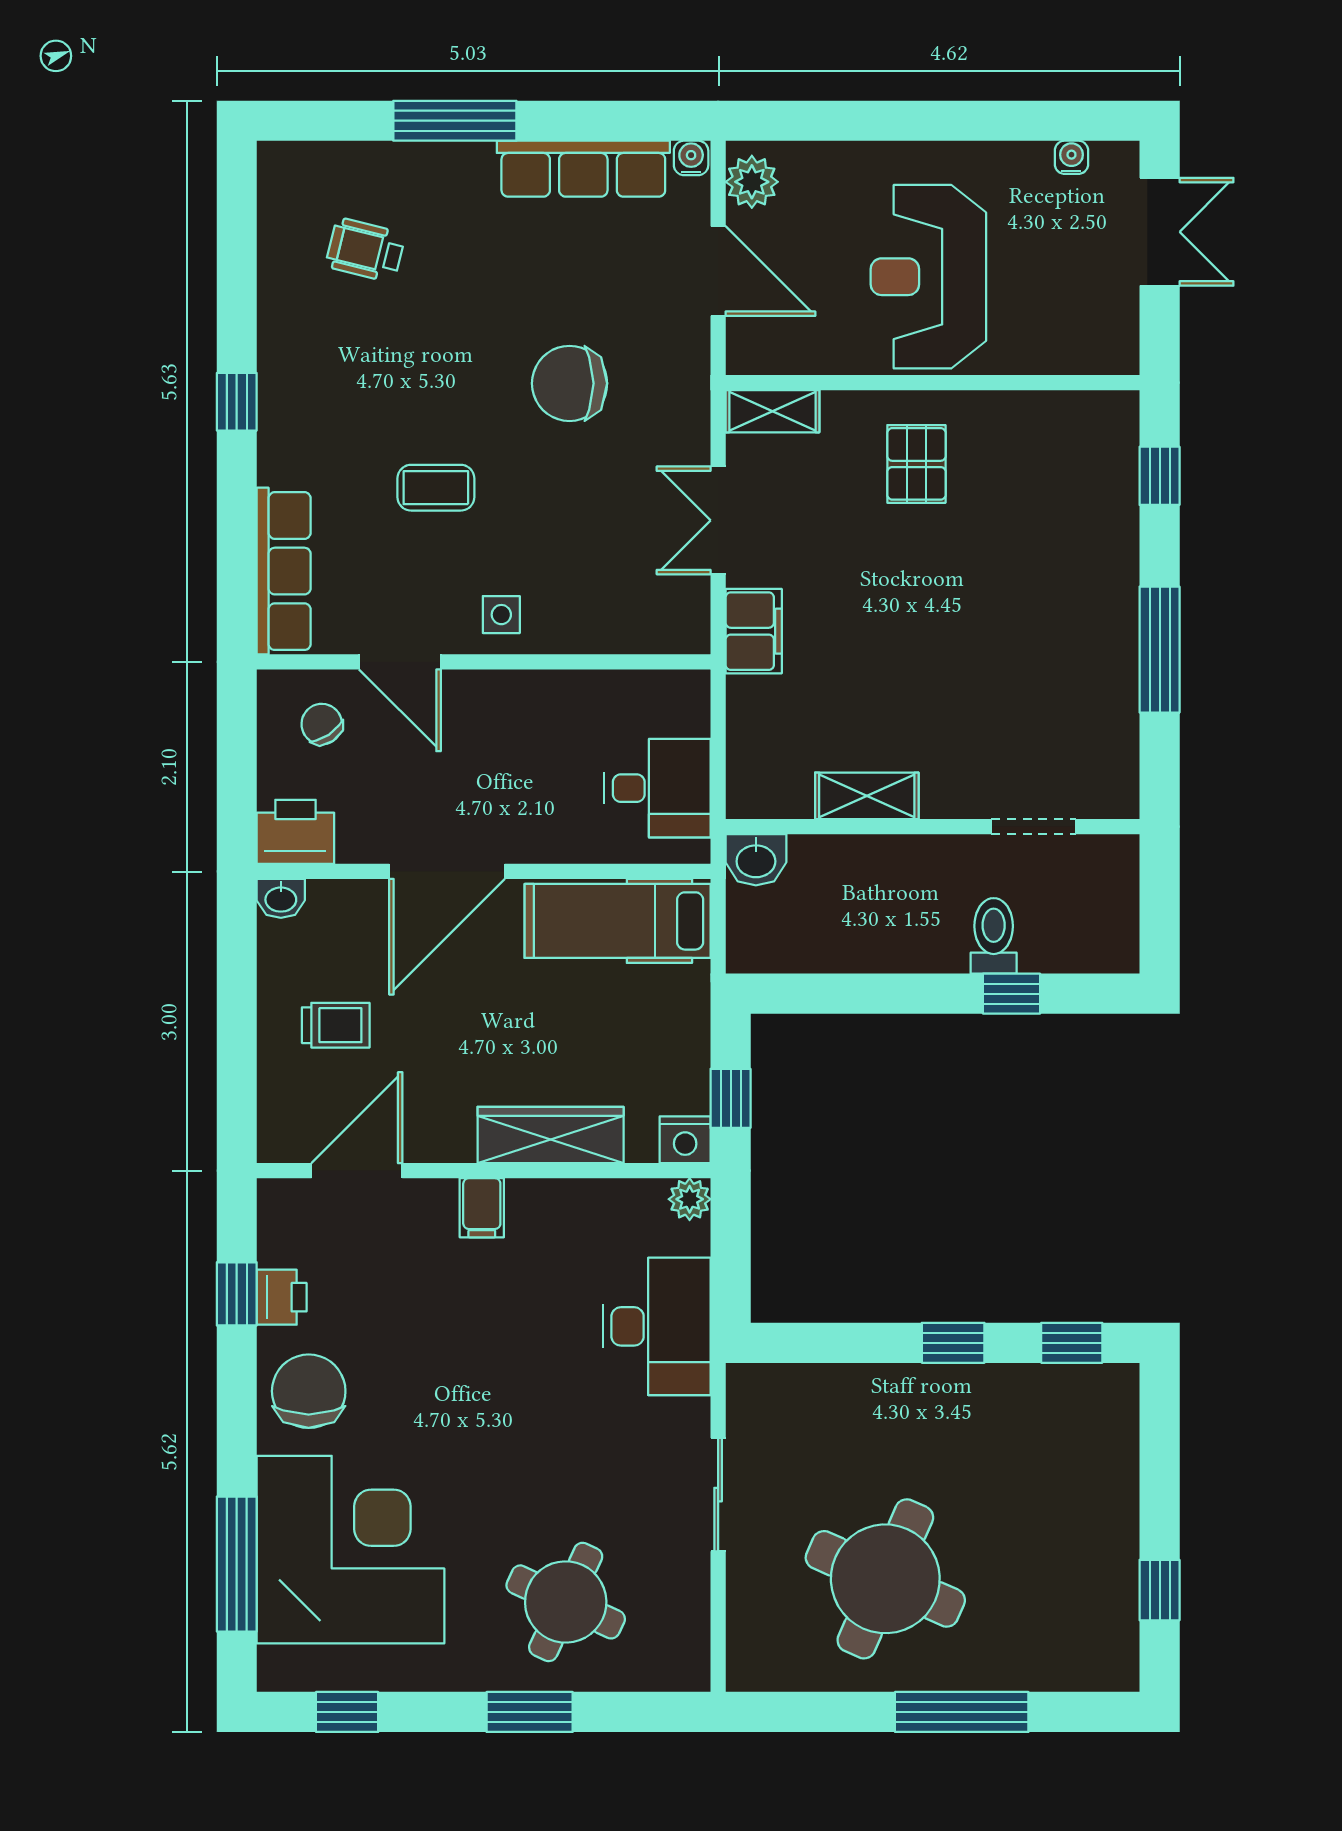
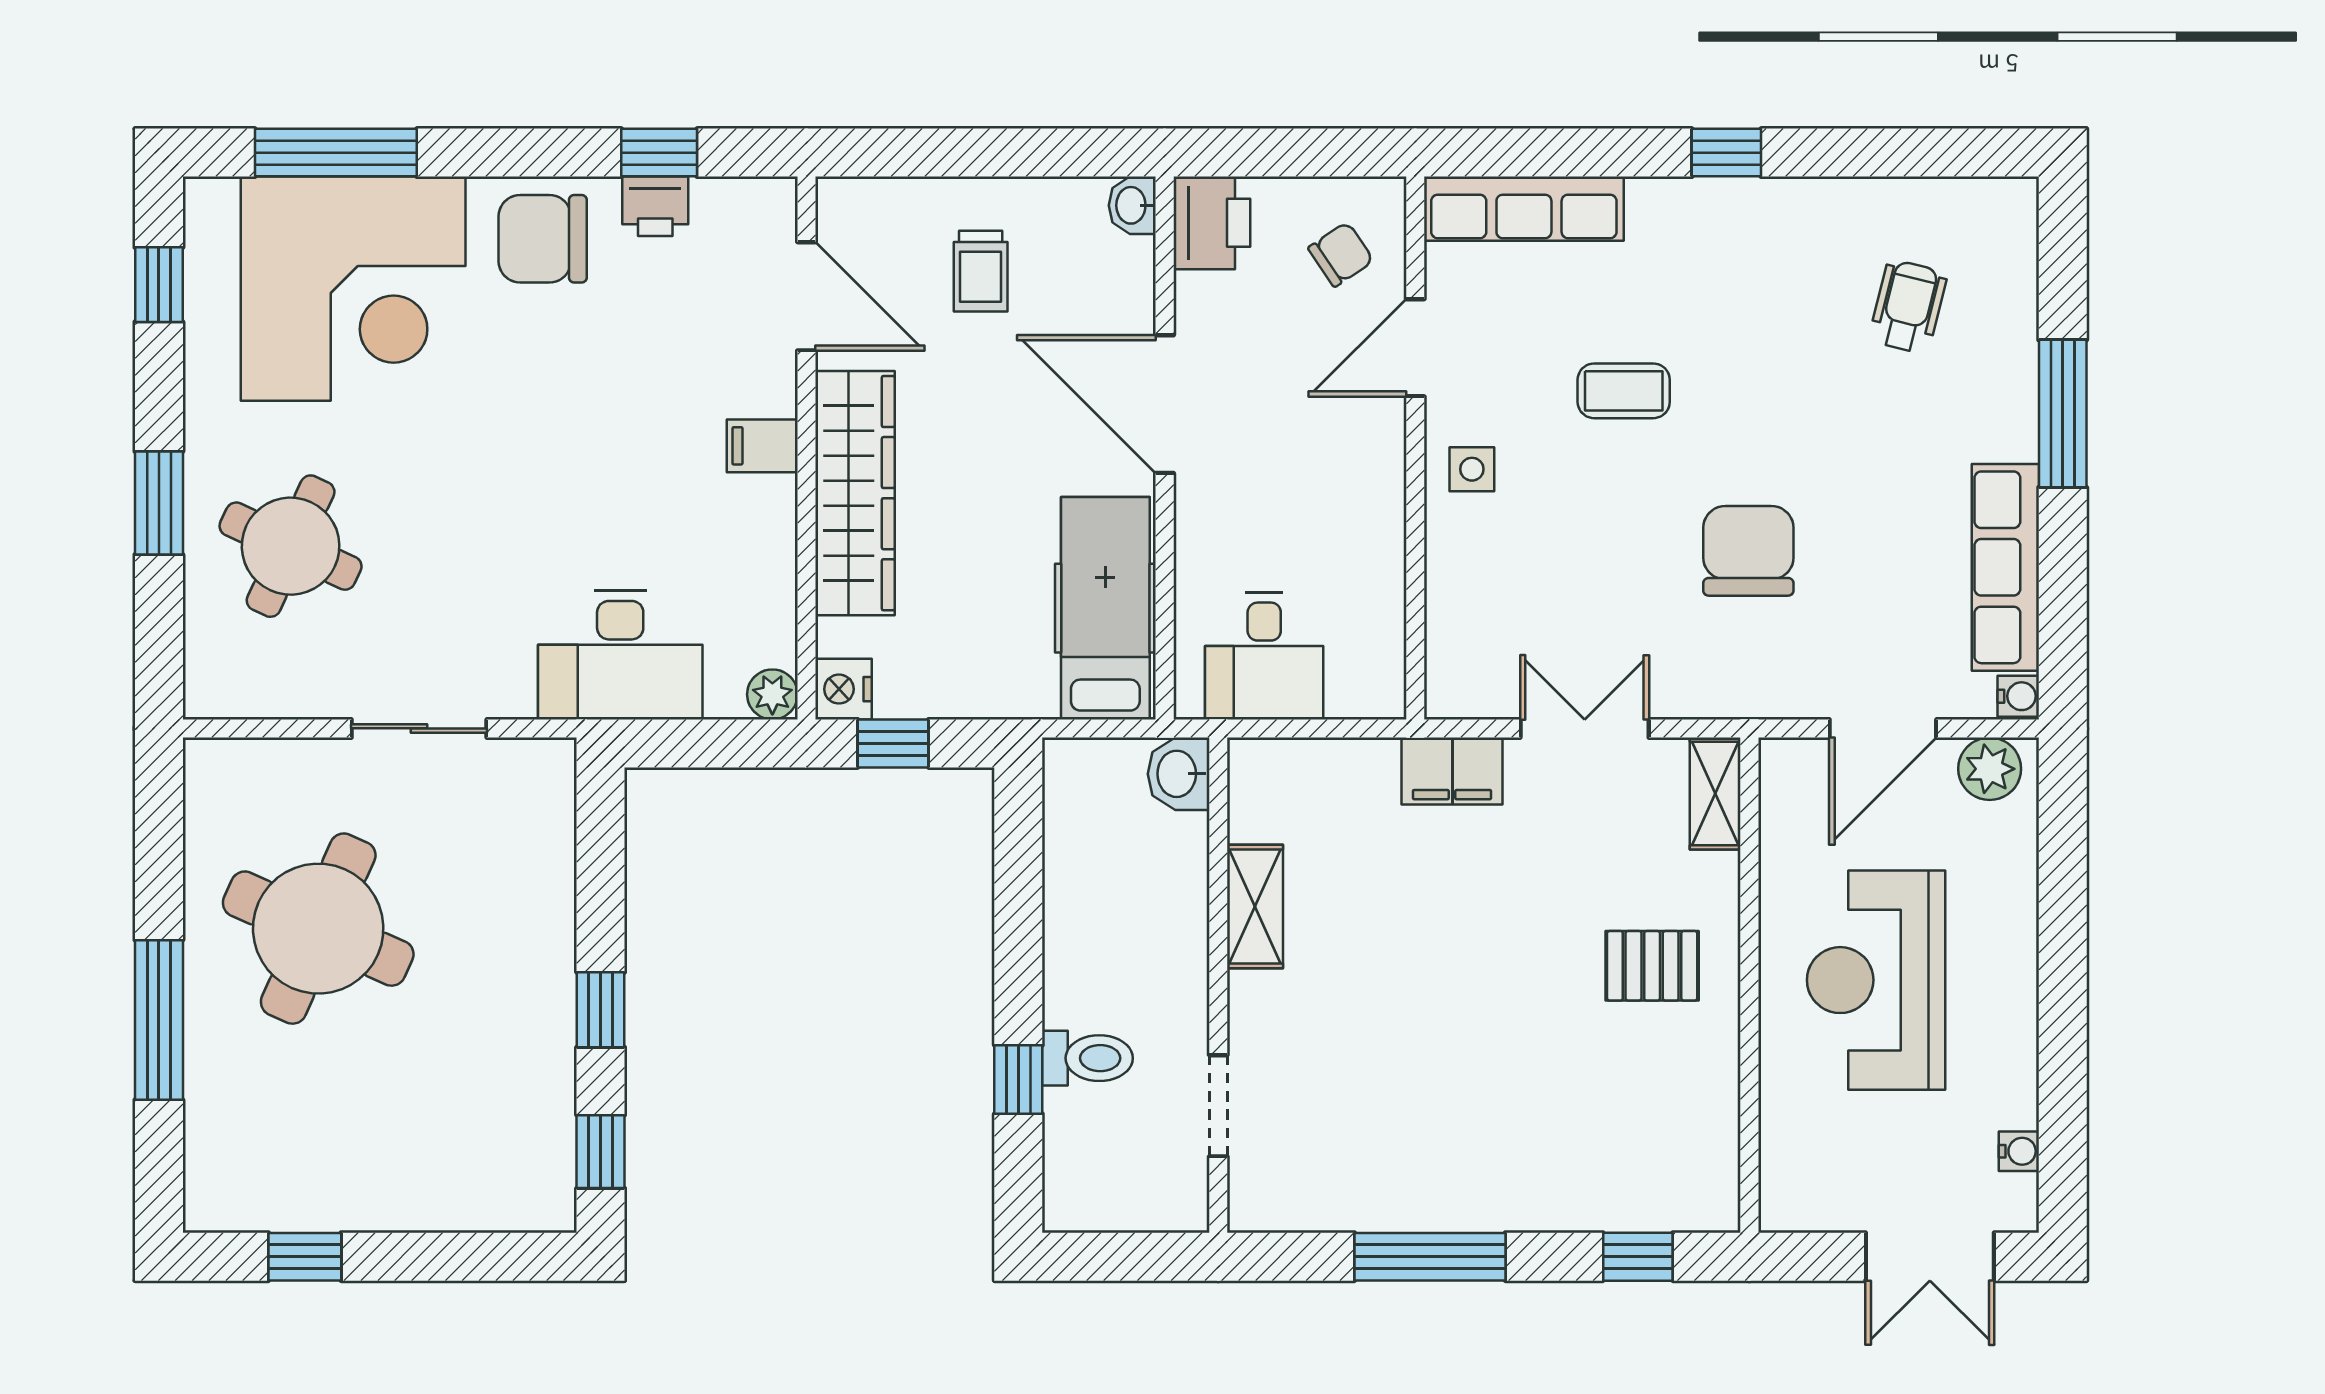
reception desk: (928, 277) -> (1876, 980), turned -90
coffee table: (436, 488) -> (1624, 391), turned 90
wardrobe: (551, 1135) -> (855, 493), width x1.40, depth x1.17
chair: (309, 1391) -> (543, 239), turned 180

